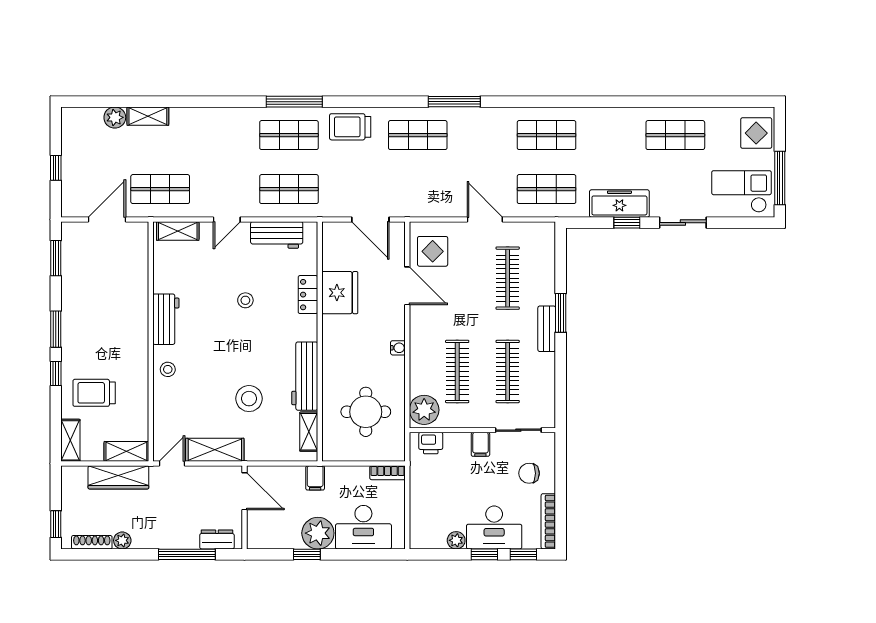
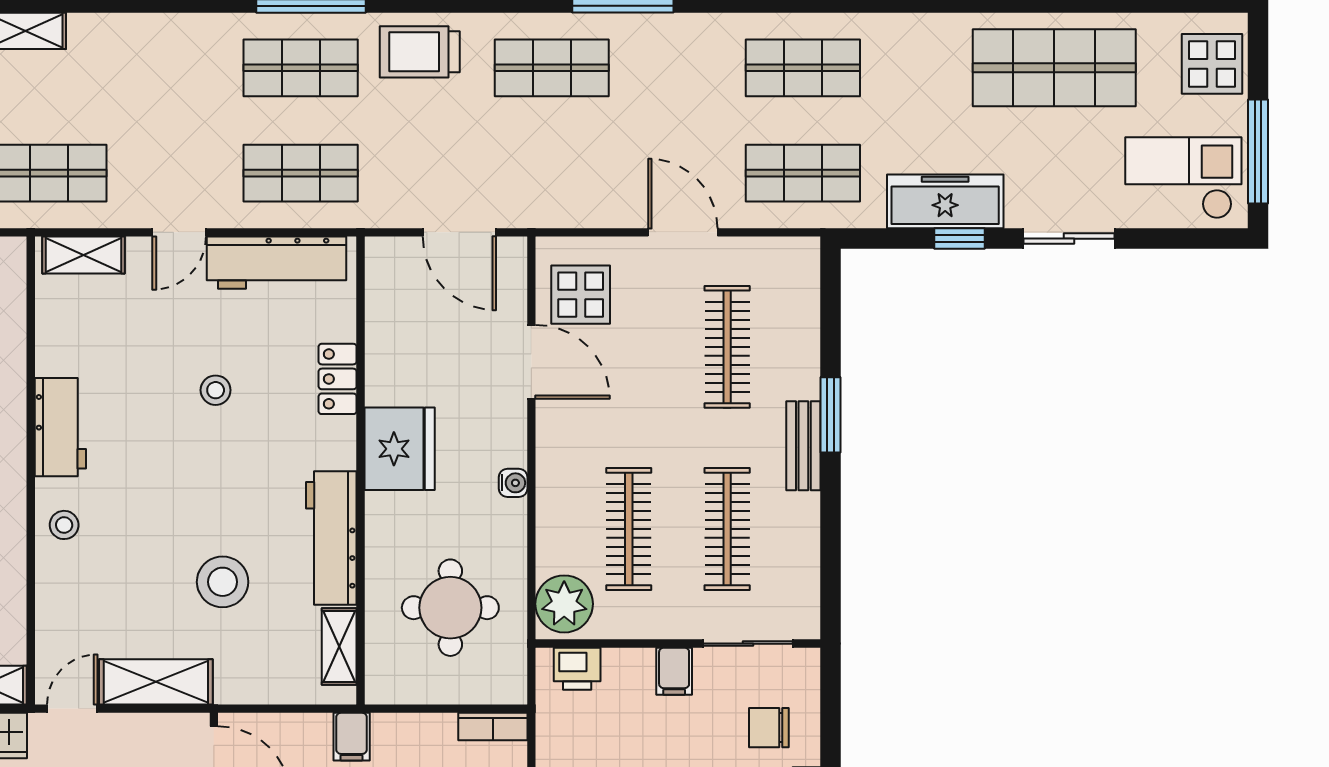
shop shelf: (675, 135) -> (1054, 68), width x1.43, depth x1.36
workbench: (277, 235) -> (277, 263), width x1.37
fridge: (340, 293) -> (400, 449), moved

